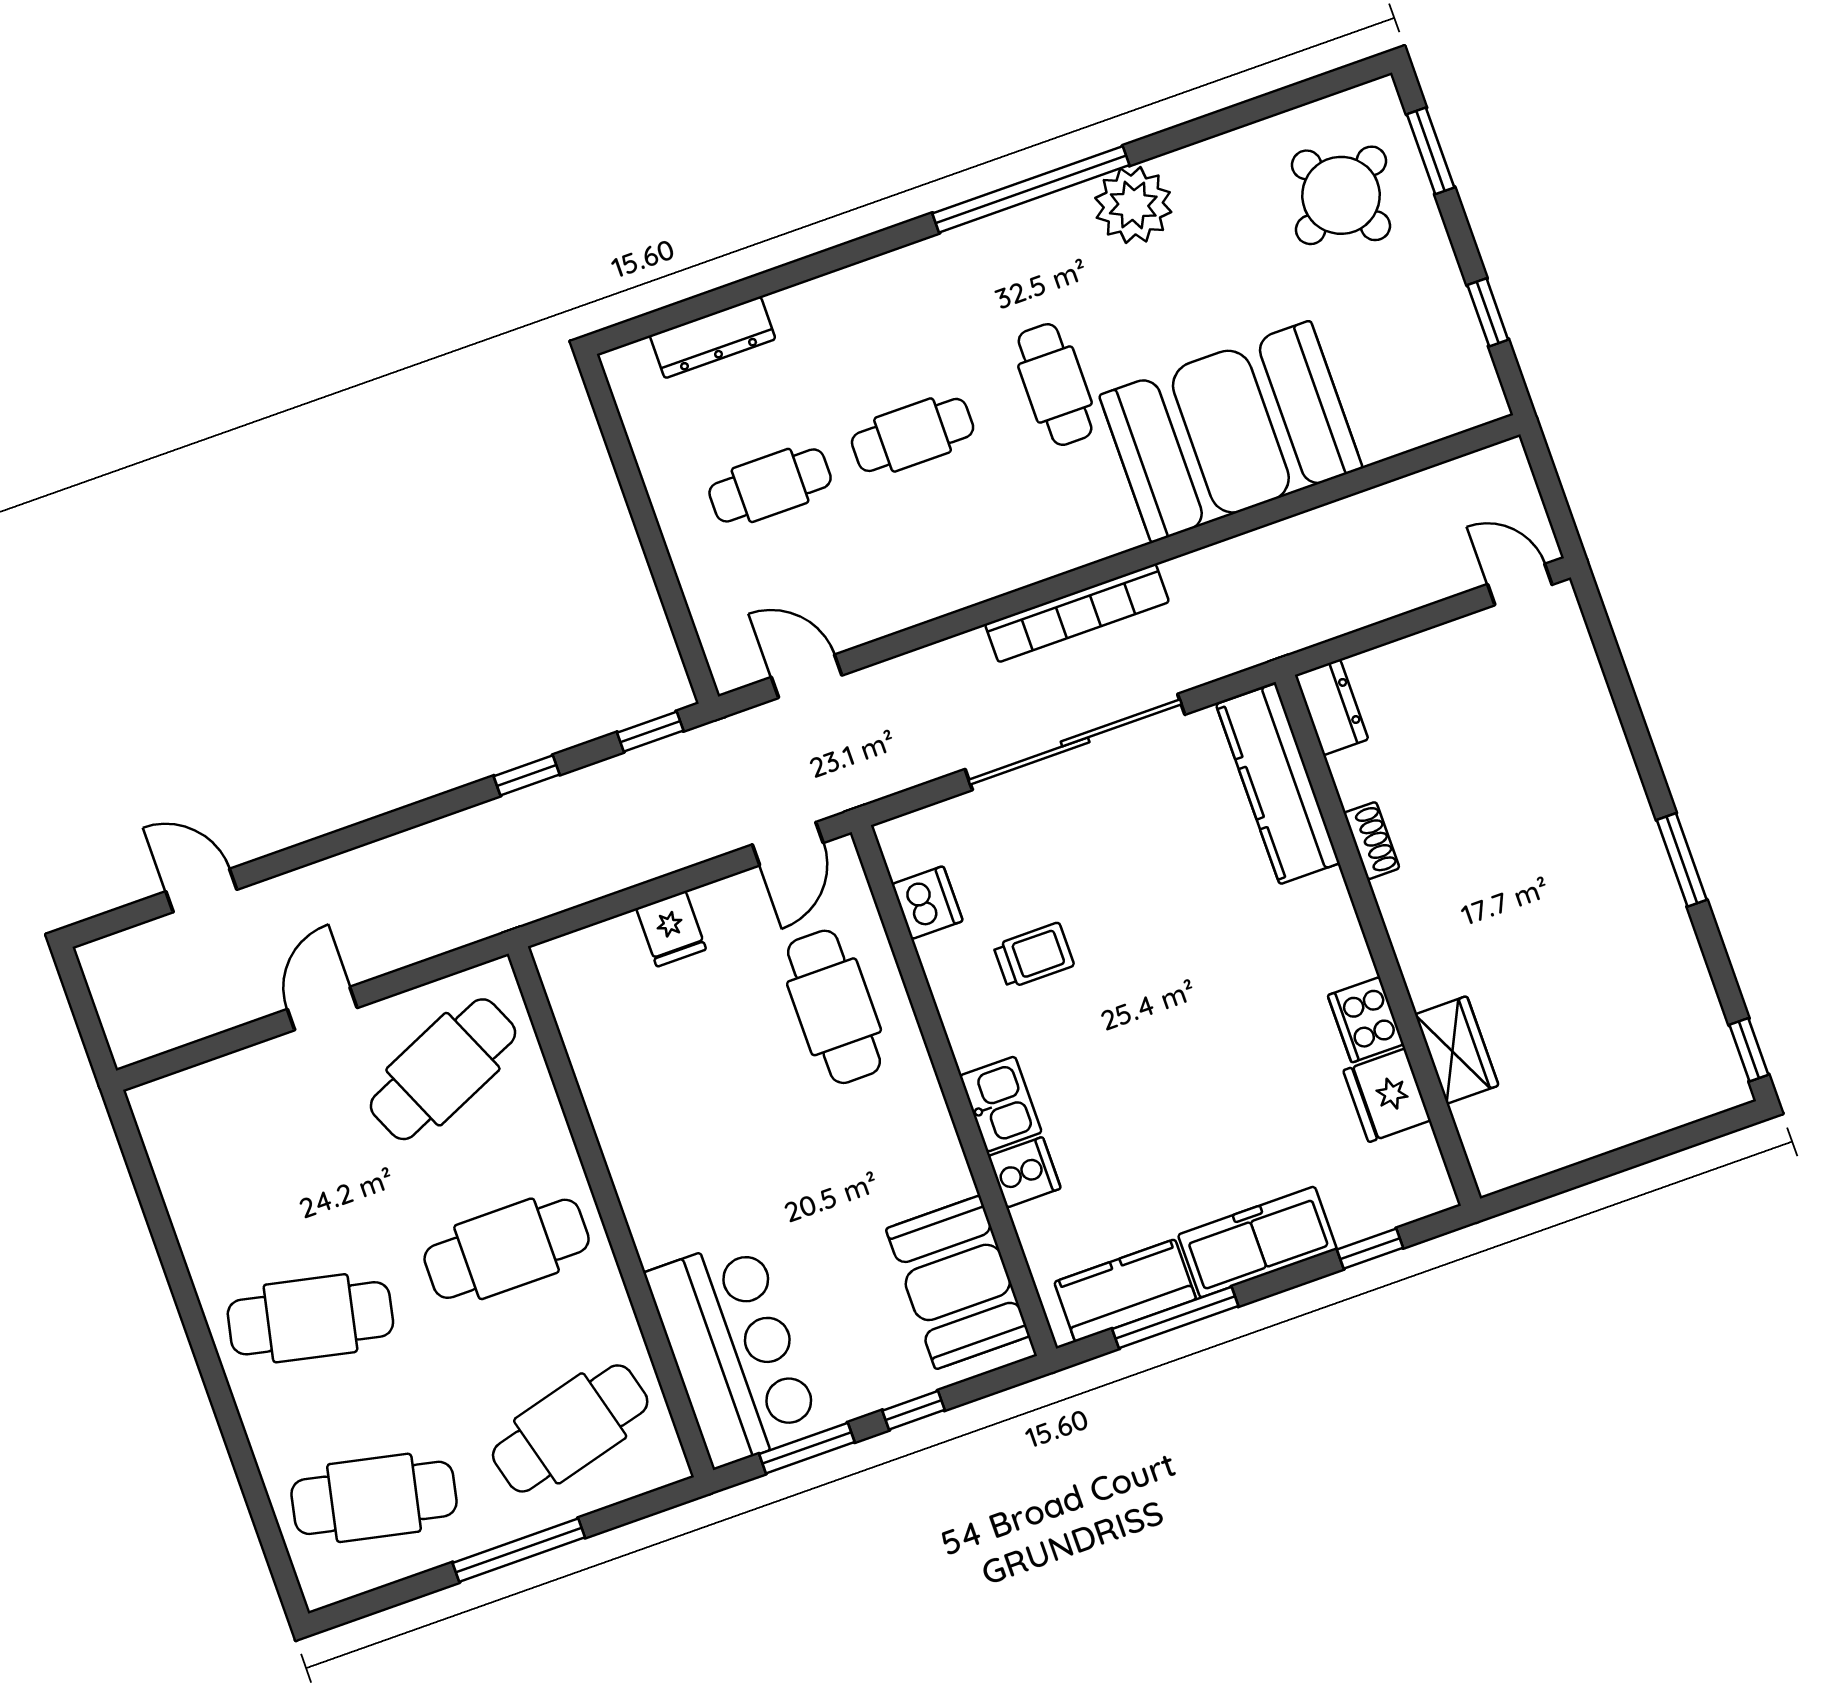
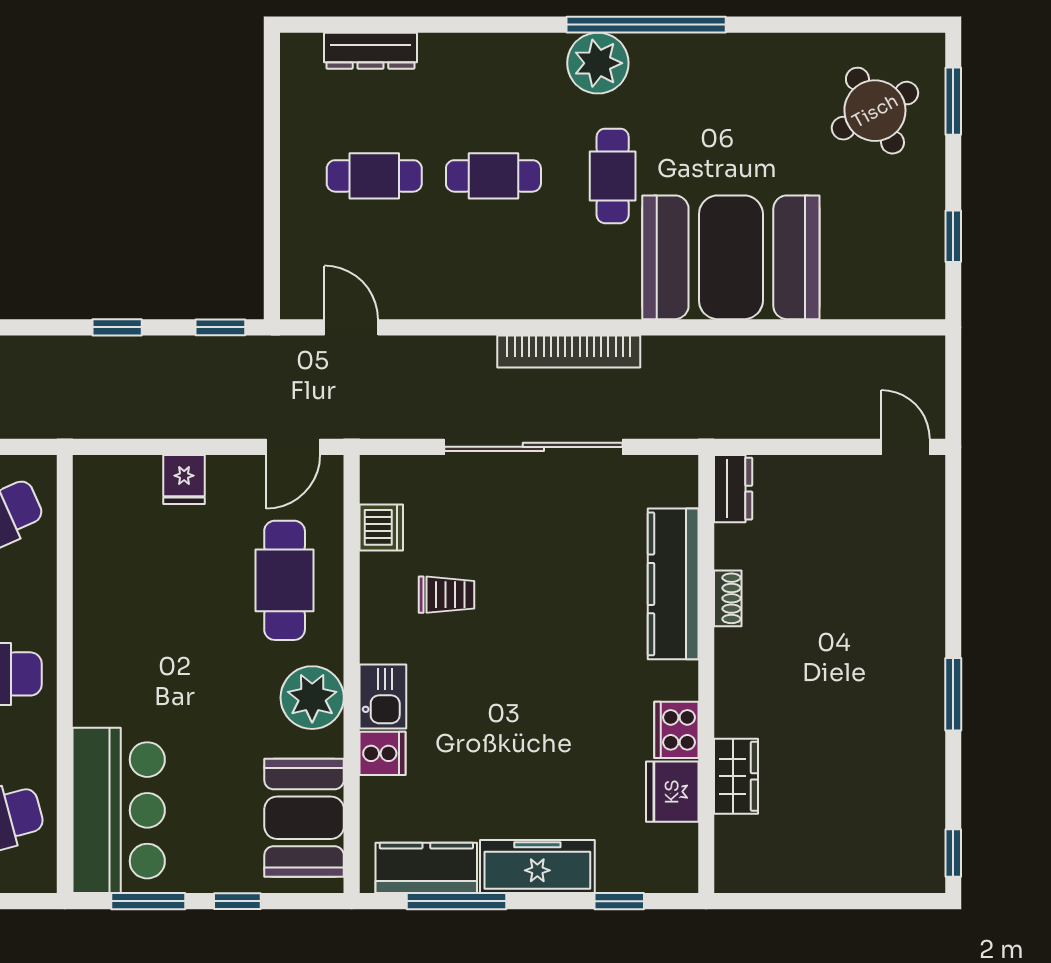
plant: (1133, 205) -> (598, 63), moved
kitchen counter: (1278, 784) -> (673, 584), moved
plant: (917, 1135) -> (312, 698), added

